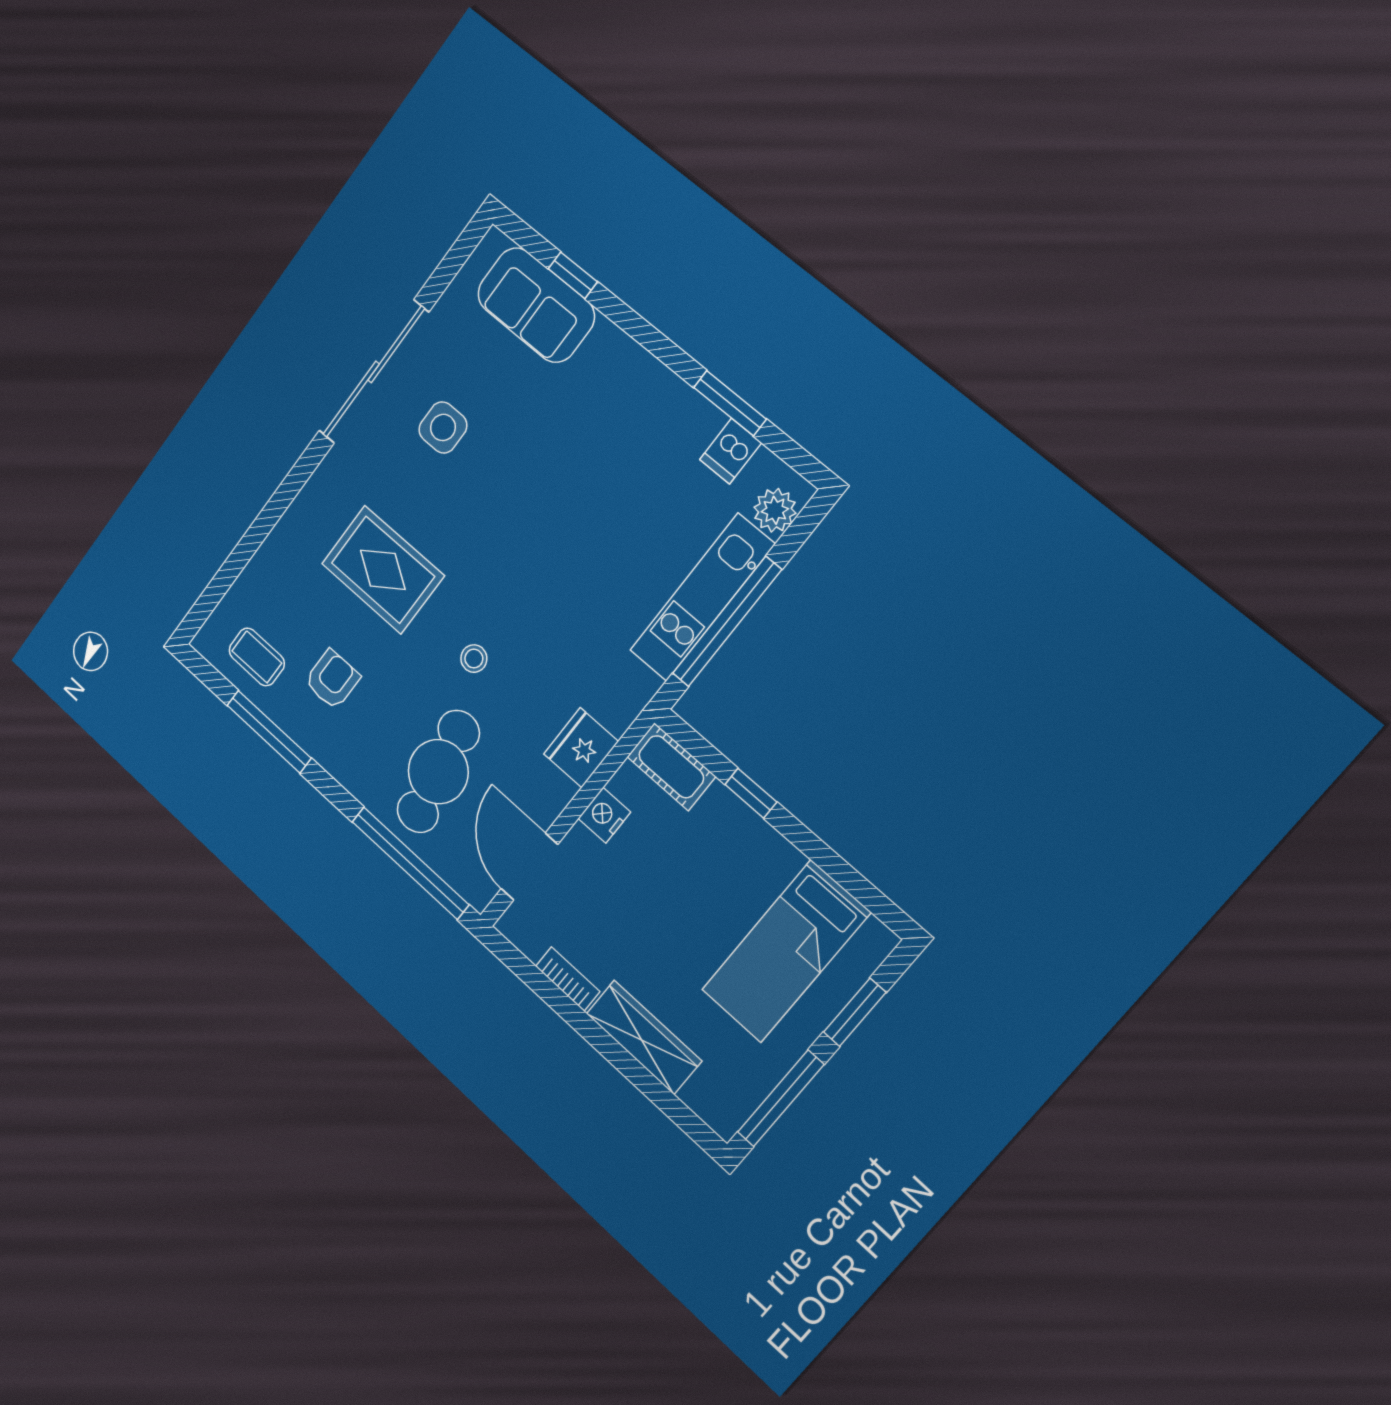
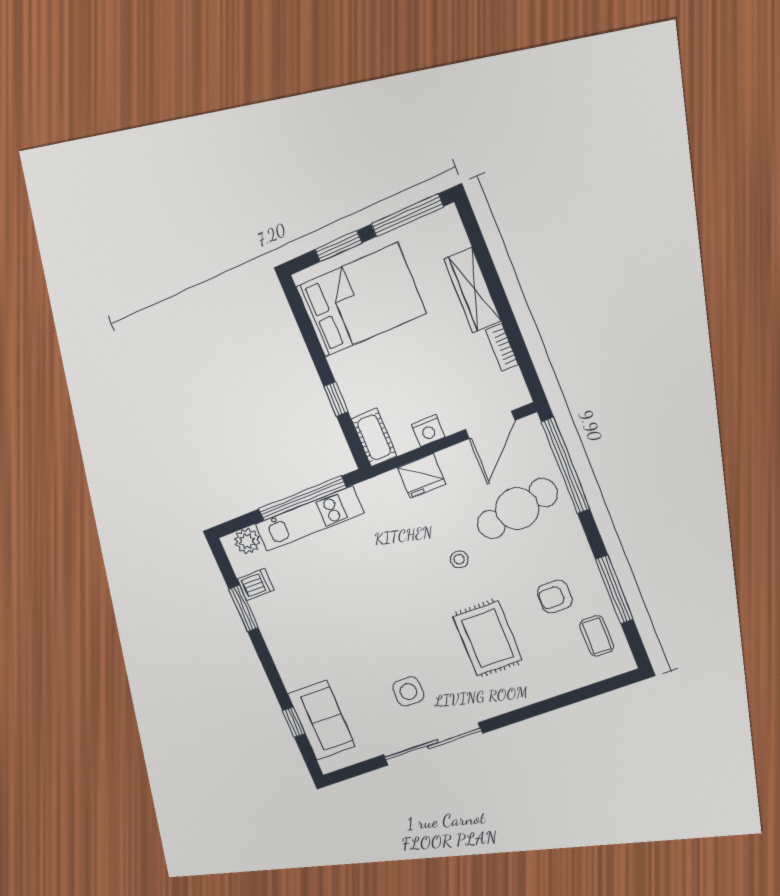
bed: (786, 951) -> (361, 300), width x1.50

